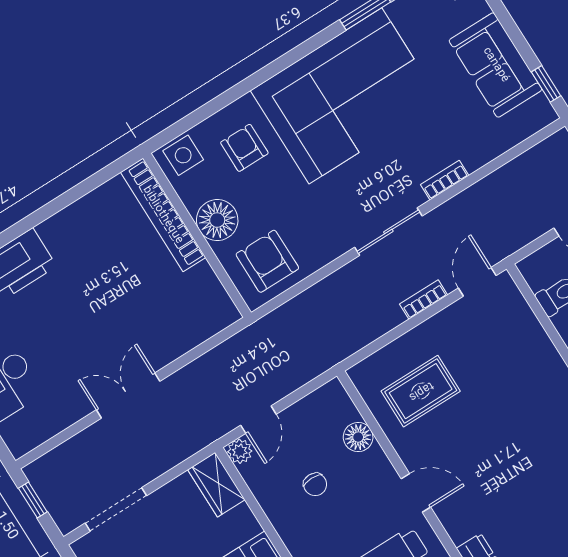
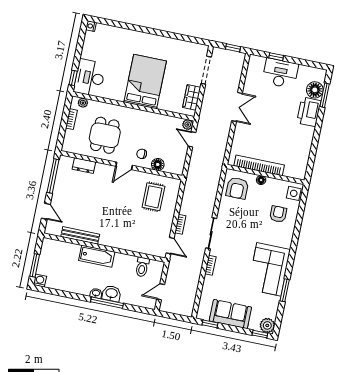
corner sofa: (345, 96) -> (269, 269), width x0.73, depth x0.74
armchair: (244, 148) -> (278, 214), turned -90
bookcase: (163, 215) -> (259, 165), moved
floor lamp: (217, 220) -> (261, 180), width x0.53, depth x0.53
armchair: (267, 261) -> (237, 188), turned 90
chair: (315, 484) -> (142, 154), moved
wardrobe: (216, 485) -> (192, 97), moved, turned -90

